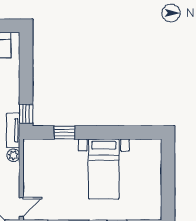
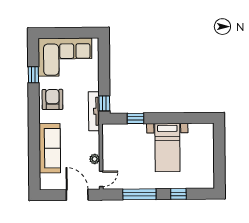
tv unit: (13, 130) -> (94, 111), width x1.41
plant: (13, 155) -> (95, 159), moved

